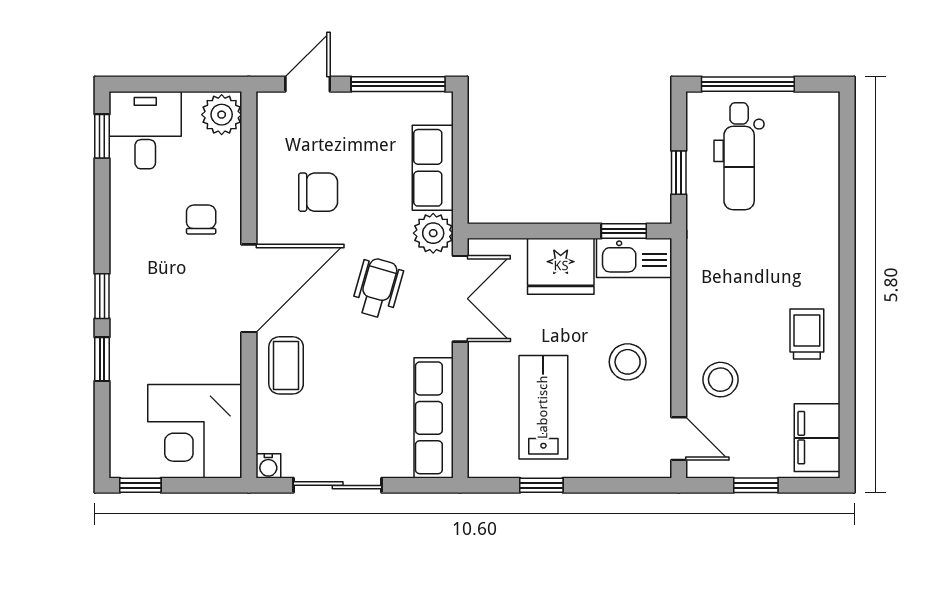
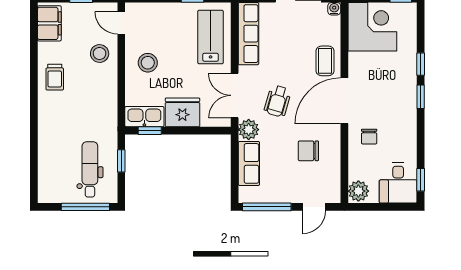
lab bench: (543, 407) -> (211, 37), moved, turned 180

